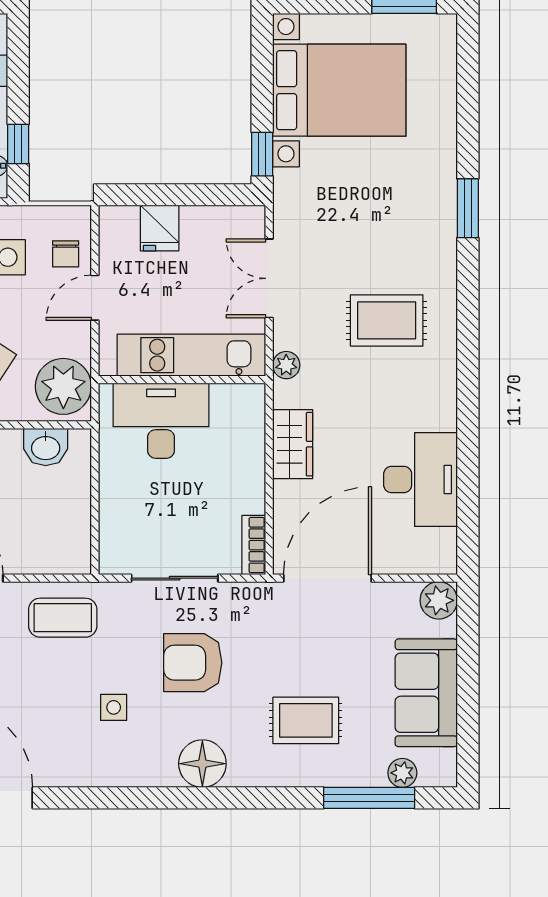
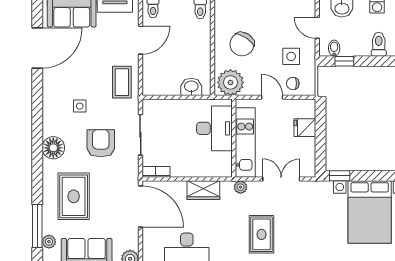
washbasin: (46, 447) -> (191, 87), moved, turned 90
rug: (306, 720) -> (74, 196), width x1.36, depth x1.43

